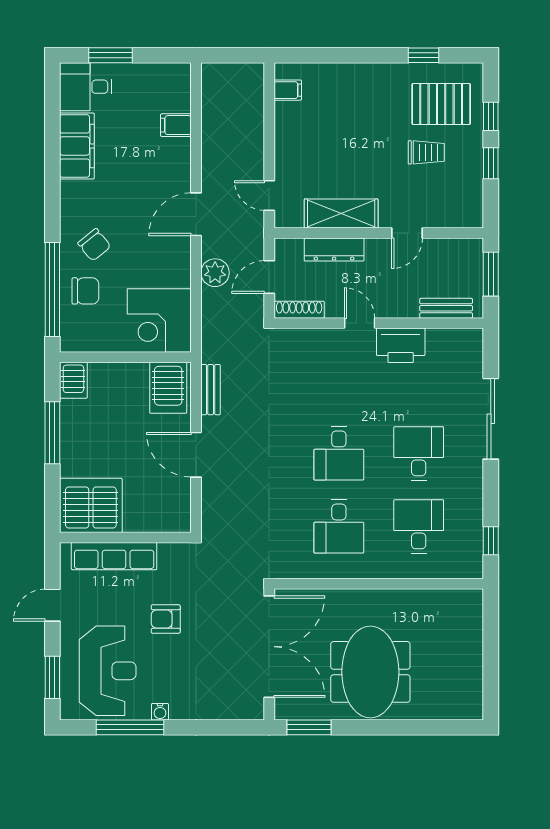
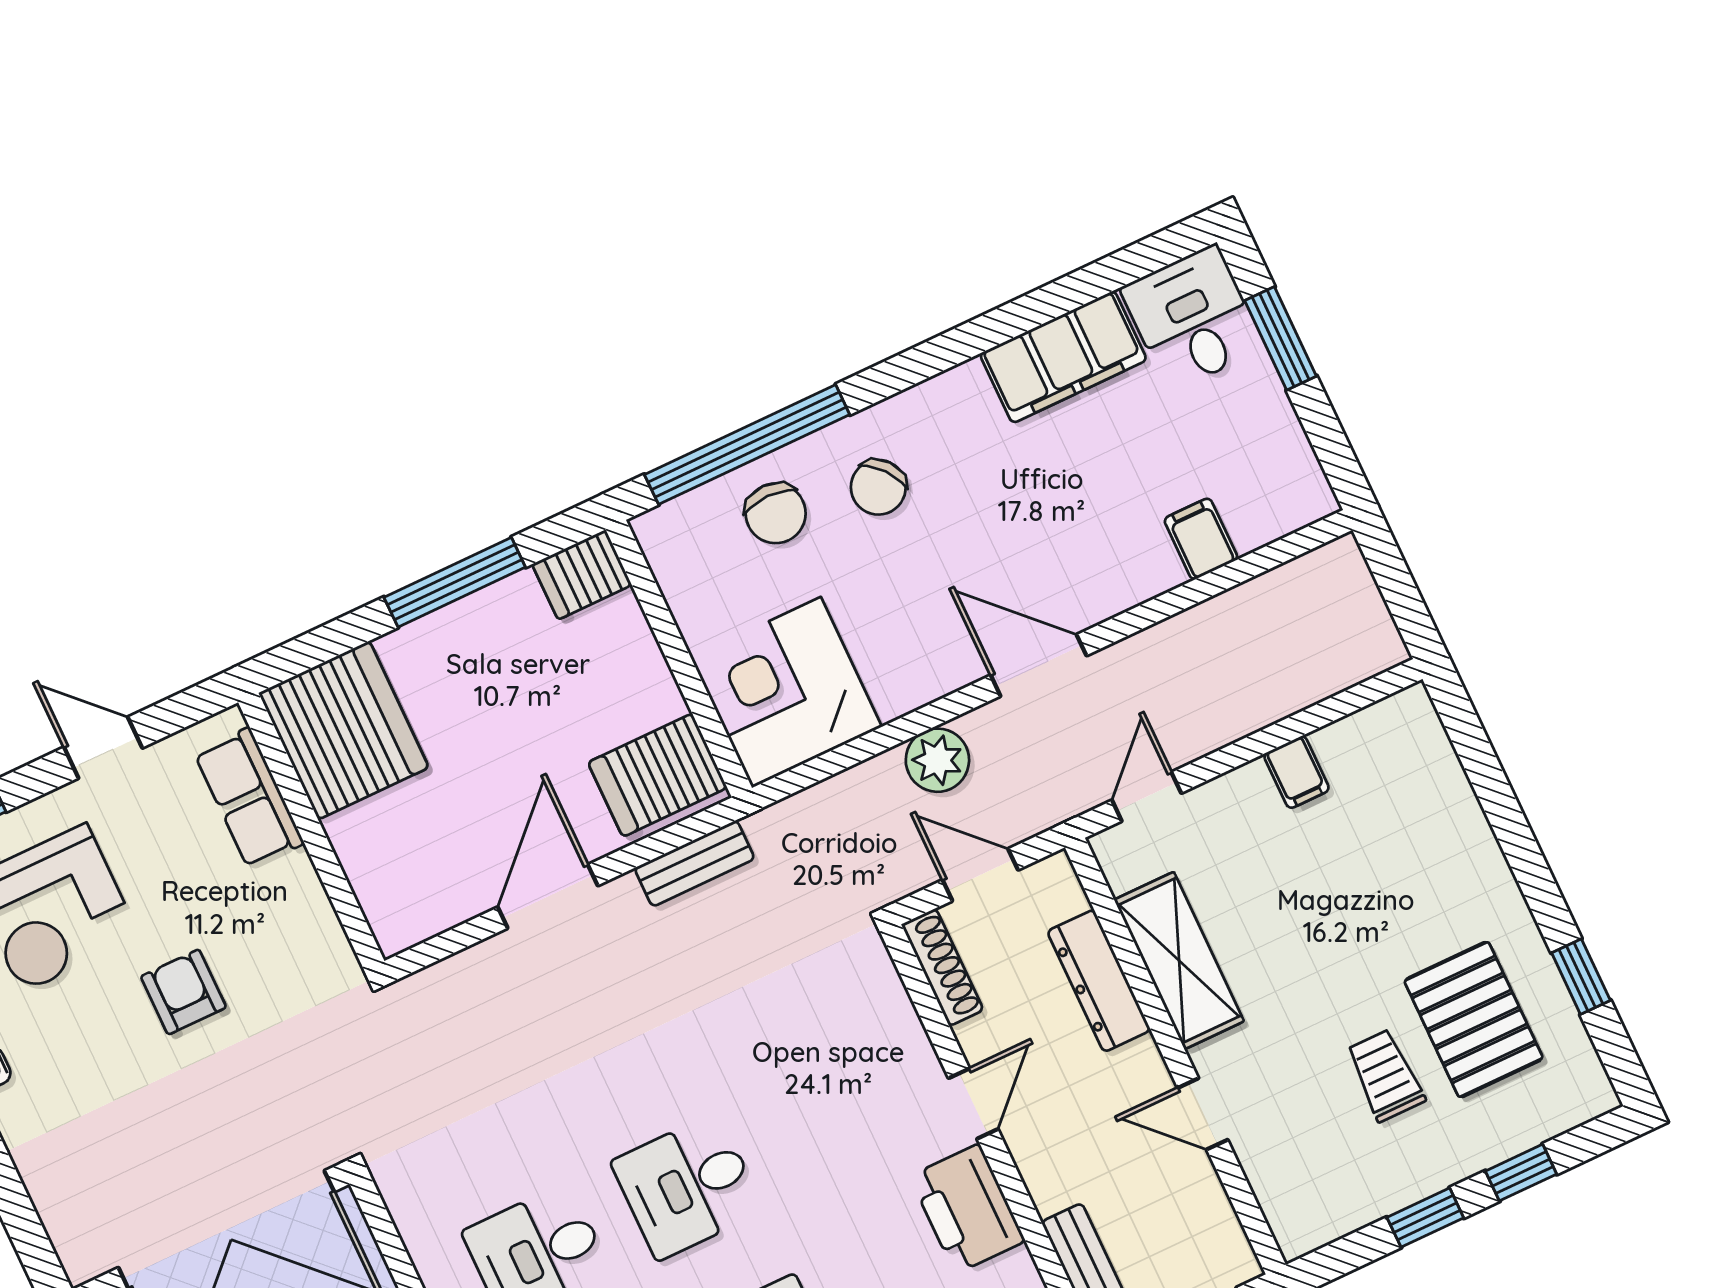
filing cabinet: (288, 90) -> (1297, 772), moved
pallet: (441, 104) -> (1474, 1020), moved
trolley: (426, 152) -> (1385, 1075), turned 180
row of seats: (114, 556) -> (249, 798), width x0.68

